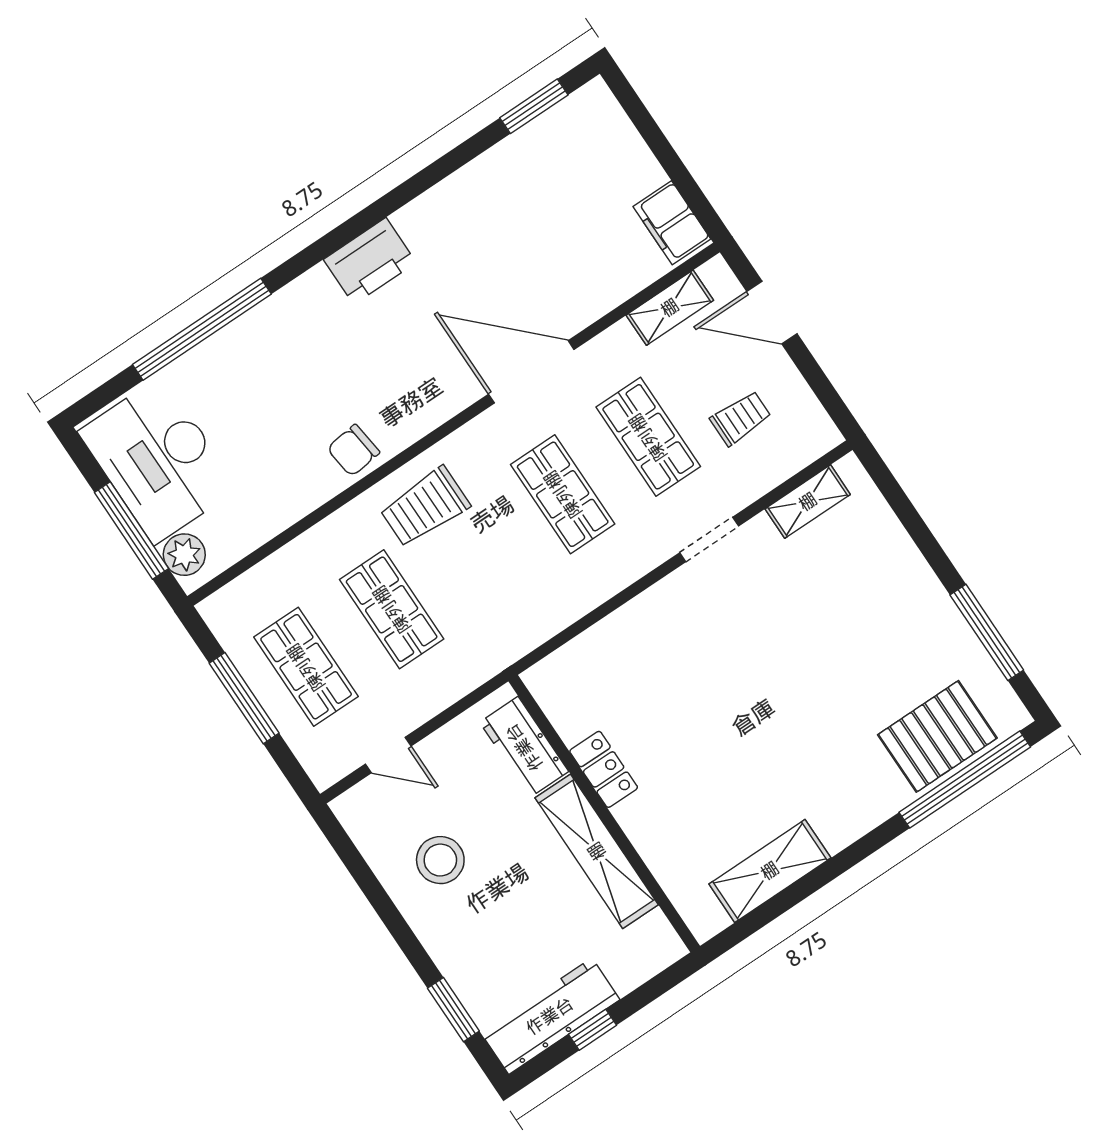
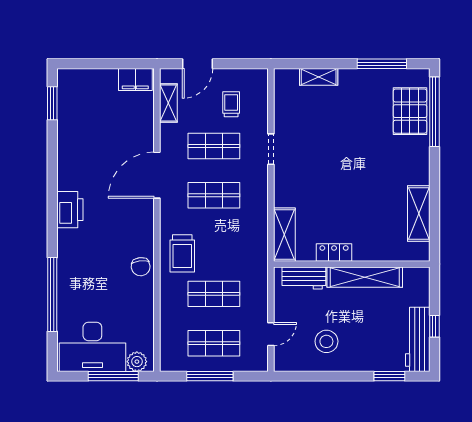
shelving: (808, 502) -> (319, 77), moved, turned 90
shelving: (577, 662) -> (284, 235), added

